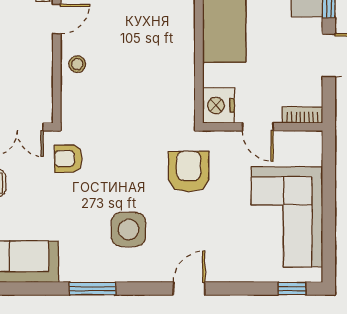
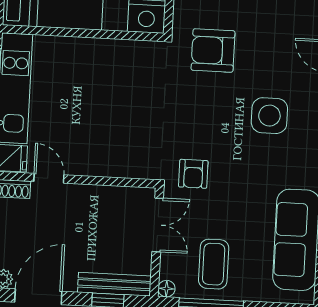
stool: (77, 64) -> (96, 160), removed

